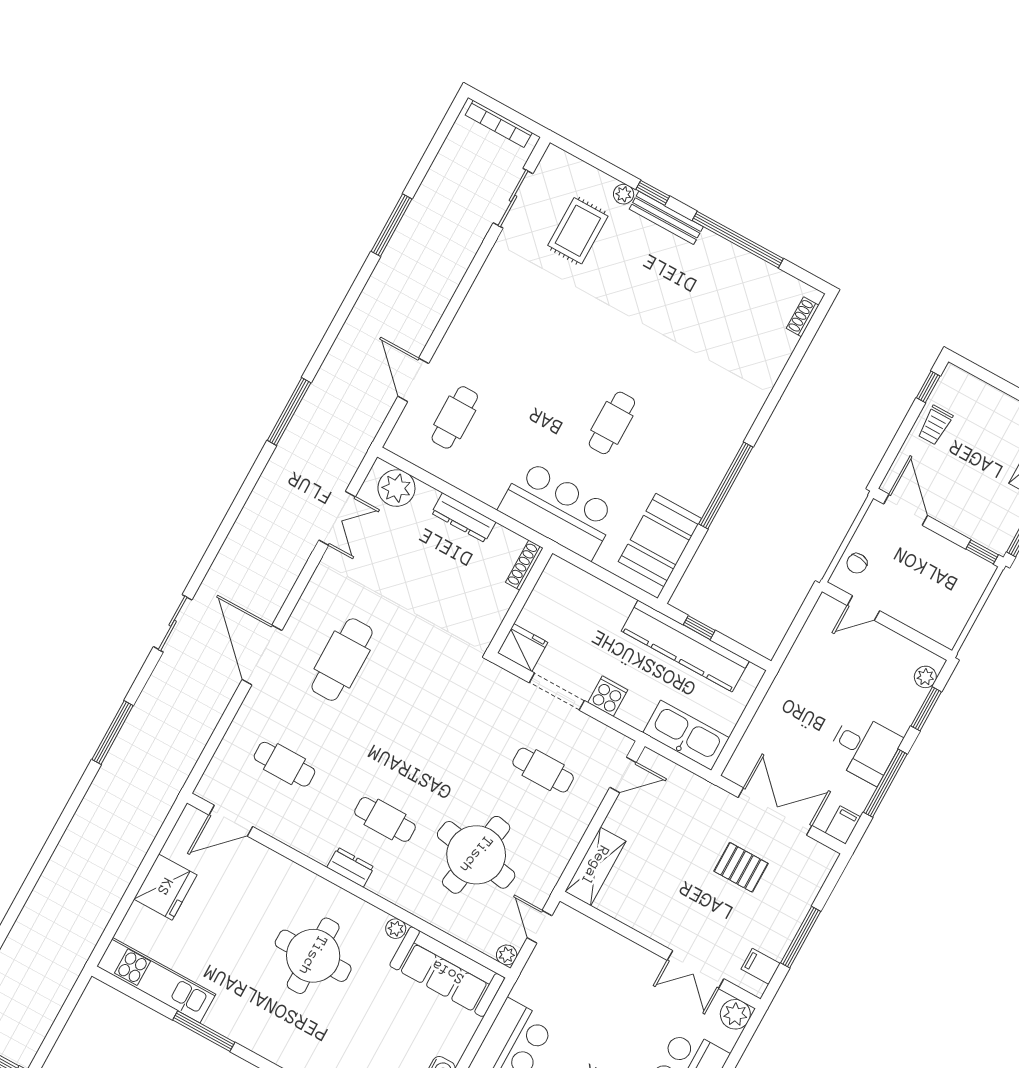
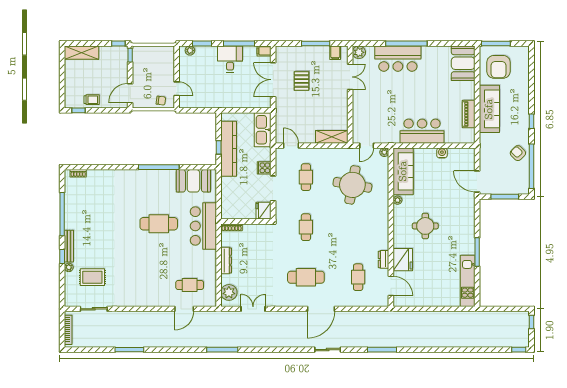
cafe table: (612, 423) -> (159, 224), width x1.37, depth x1.35
cafe table: (385, 819) -> (306, 227), moved
dresser: (351, 867) -> (384, 259), moved
fridge: (165, 887) -> (403, 260), moved, turned 90
round table: (313, 956) -> (425, 226), width x0.73, depth x0.73

